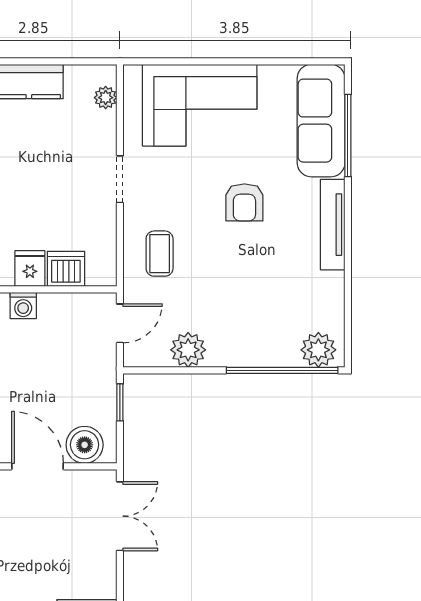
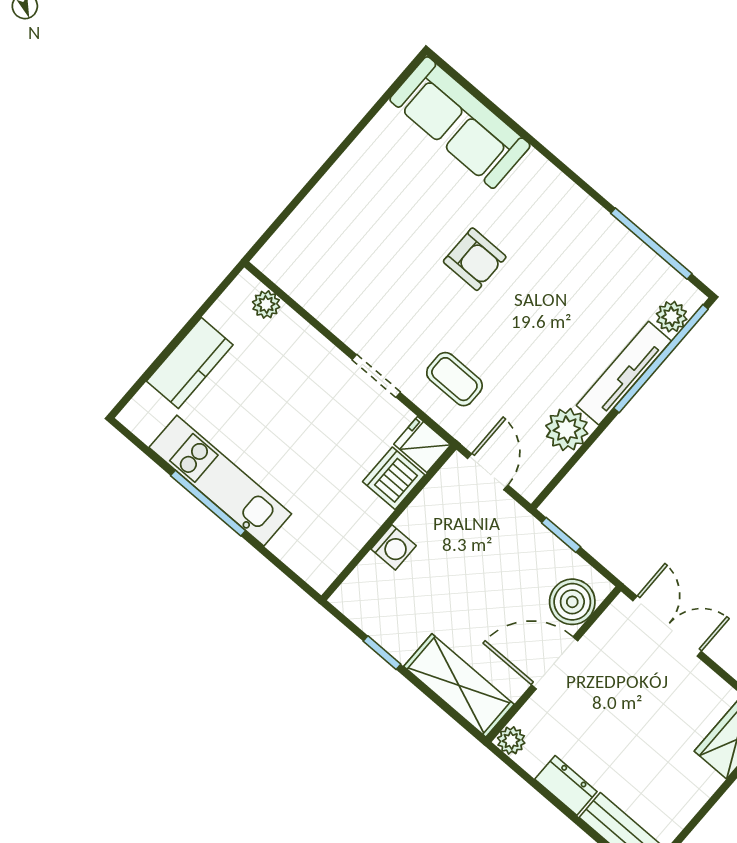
corner sofa: (200, 105) -> (348, 223), removed
window: (348, 136) -> (651, 244), moved
doorway: (120, 179) -> (376, 376), moved
tv unit: (333, 225) -> (624, 373), moved, turned 90
fridge: (30, 268) -> (422, 445), moved
plant: (318, 350) -> (672, 317), width x0.73, depth x0.73

